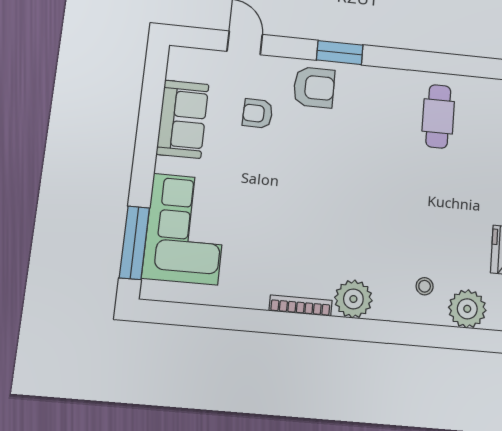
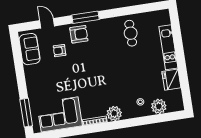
window: (340, 53) -> (86, 17), width x1.44
sofa: (183, 119) -> (30, 49), moved
corner sofa: (185, 229) -> (60, 114), moved, turned -90

